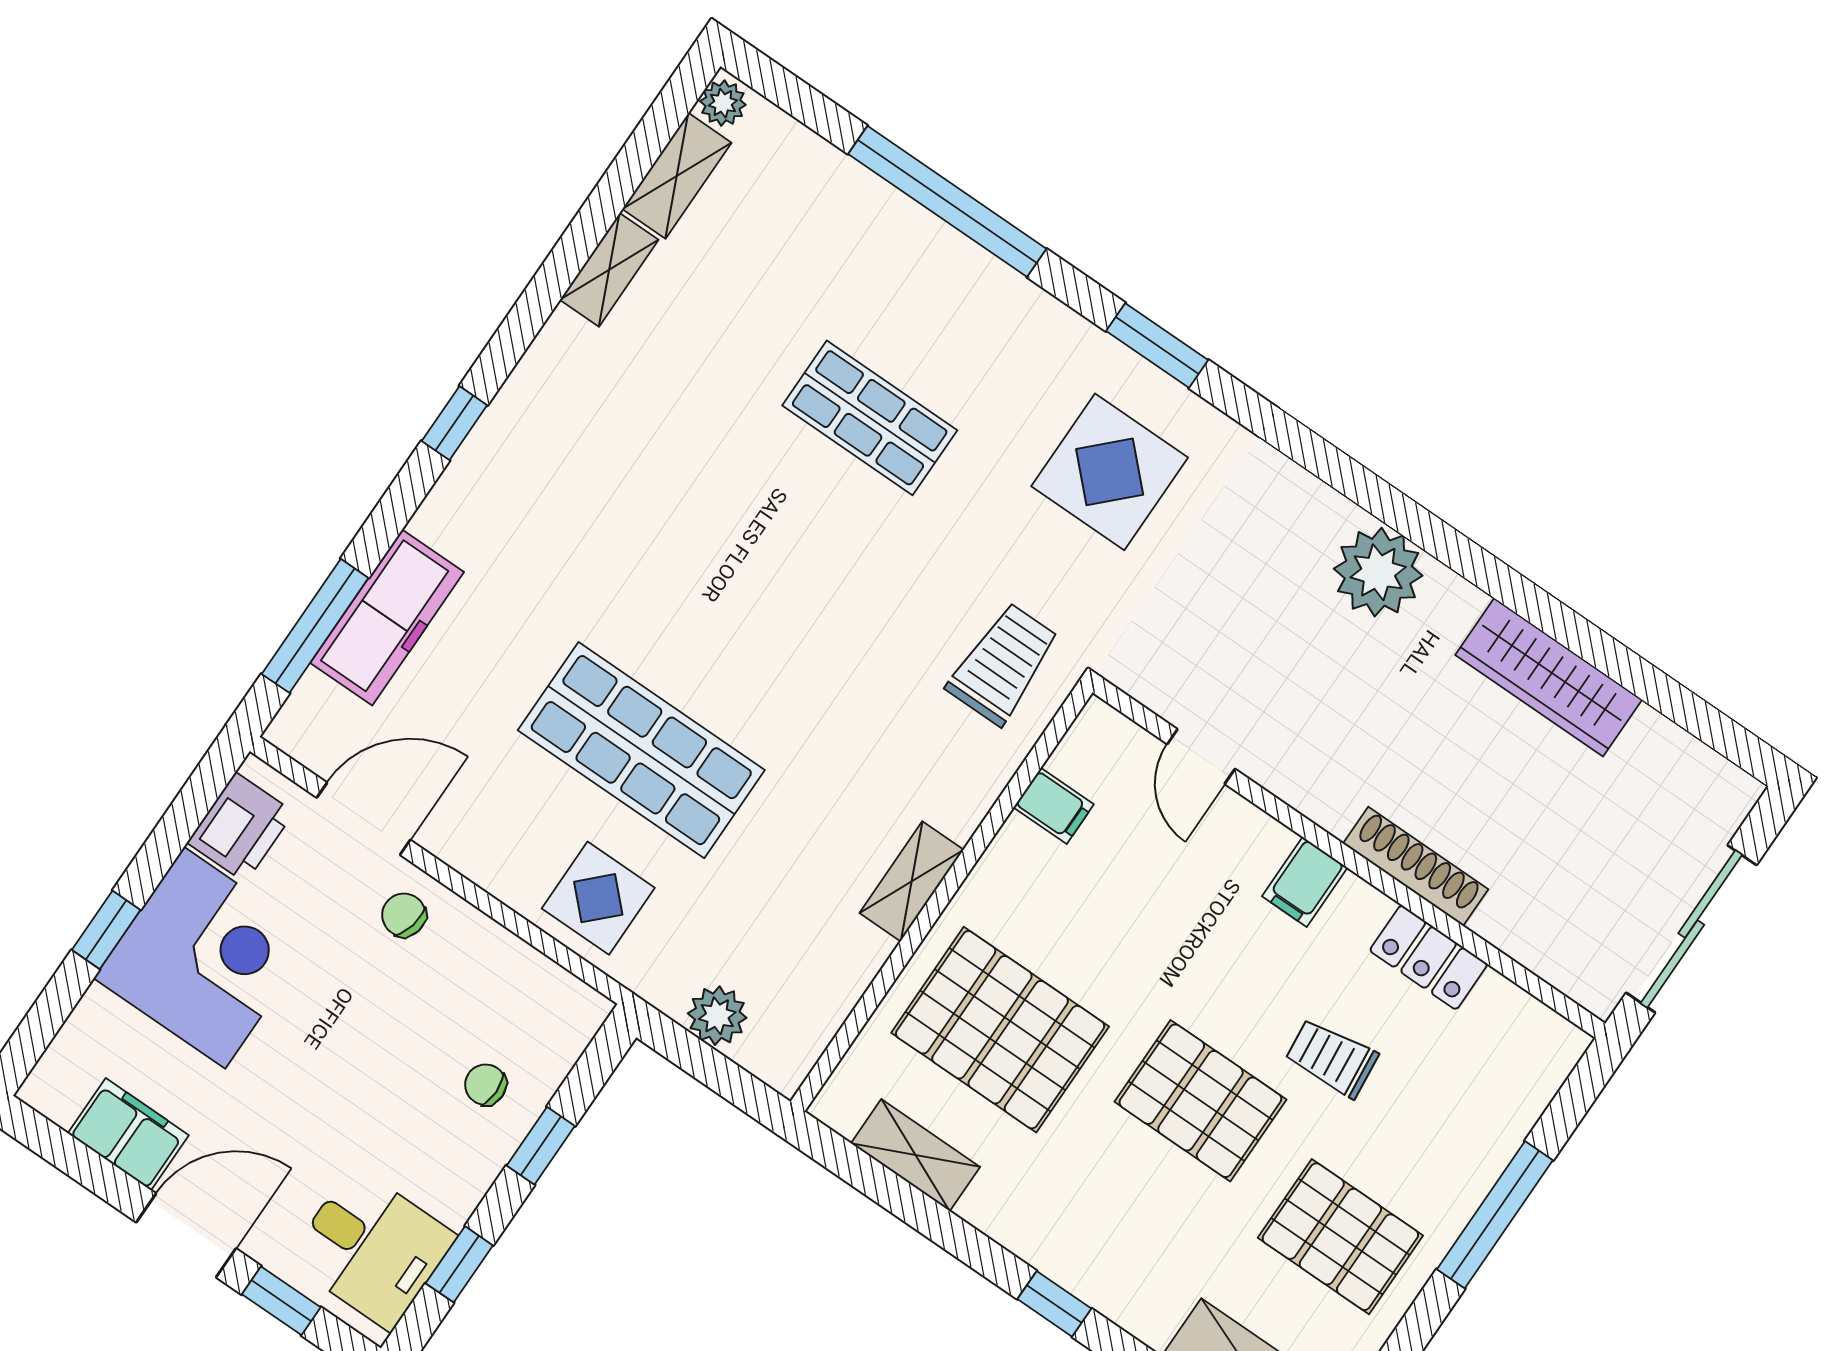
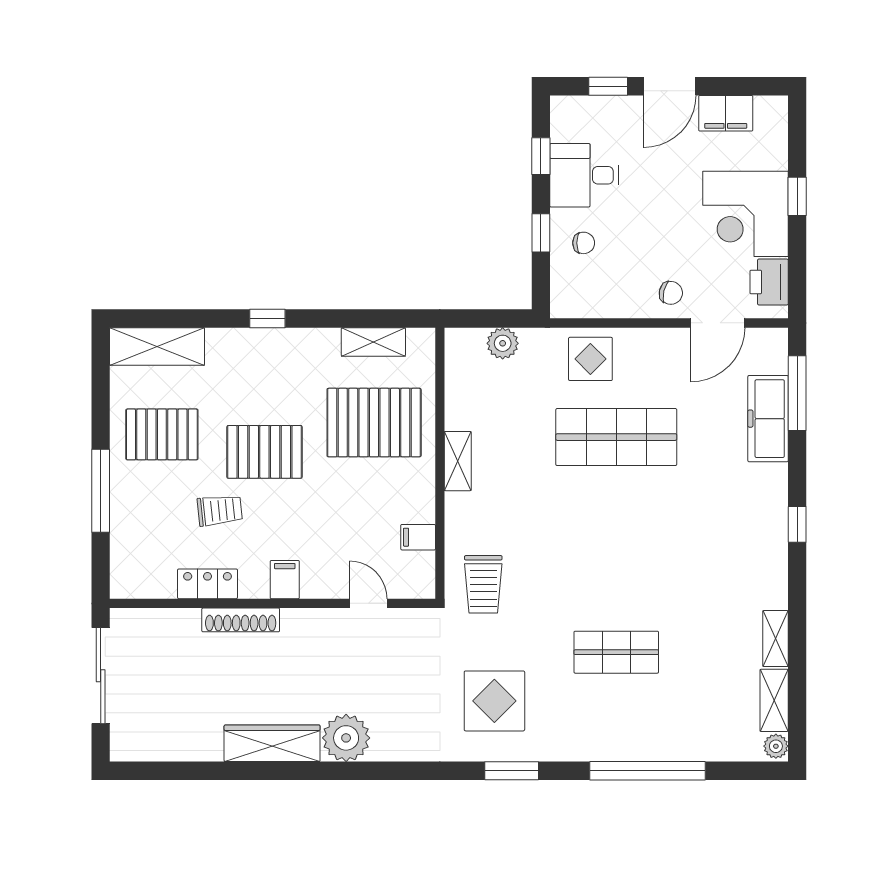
wardrobe: (1549, 677) -> (272, 743), moved
desk: (372, 1248) -> (584, 175), moved

